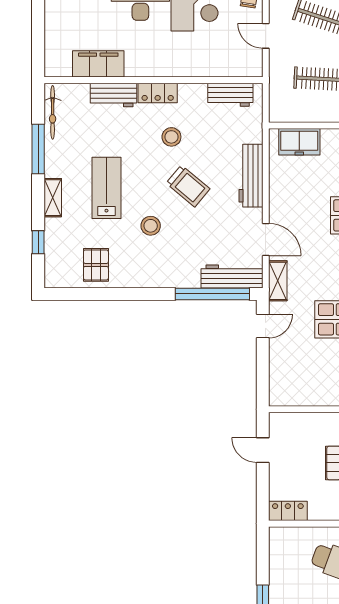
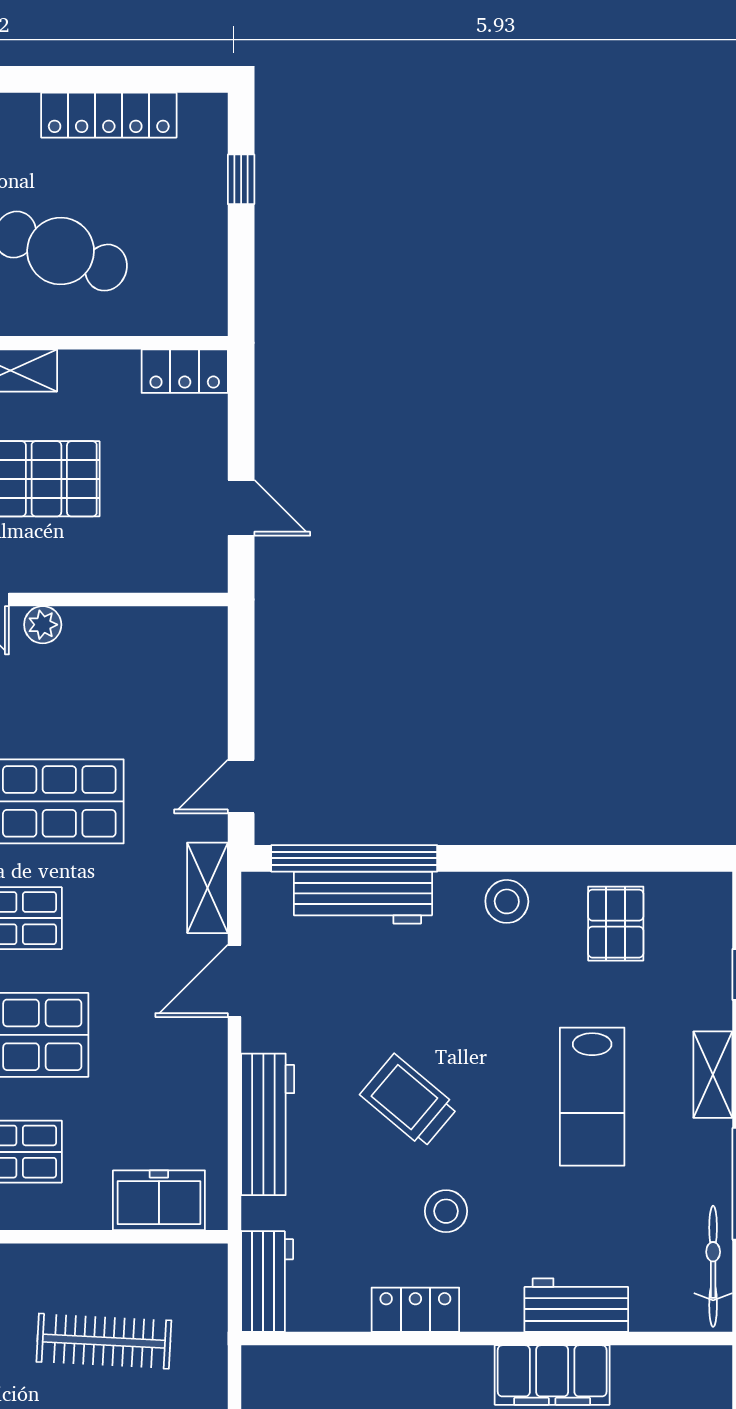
filing cabinet: (98, 64) -> (552, 1375), moved
locker: (158, 93) -> (415, 1310), moved
workbench: (230, 95) -> (267, 1282), moved, turned 90
stool: (151, 226) -> (507, 901), moved
door: (266, 239) -> (234, 981), hinge flipped
workbench: (232, 276) -> (363, 898), moved

